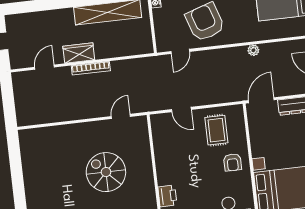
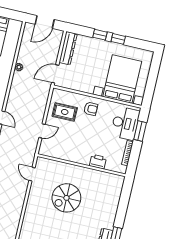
door: (261, 100) -> (55, 74), hinge flipped

